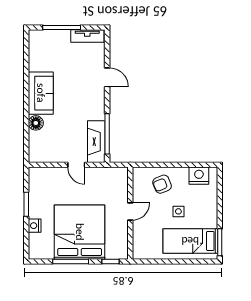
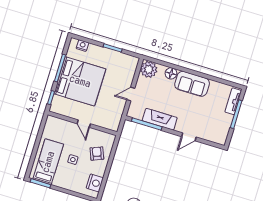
tv unit: (87, 36) -> (233, 101), moved
fireplace: (96, 142) -> (160, 119), moved
plant: (39, 152) -> (149, 69), added
nightstand: (35, 226) -> (82, 46), moved

